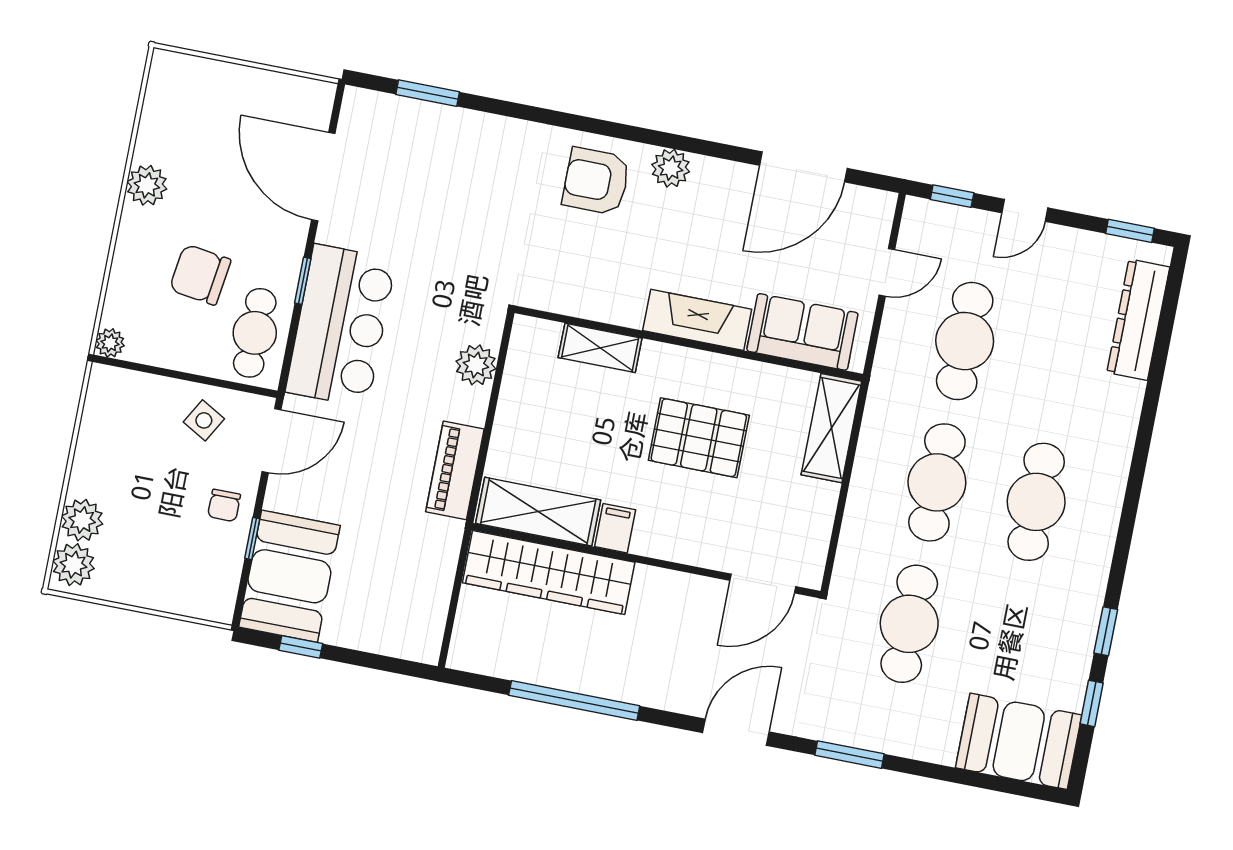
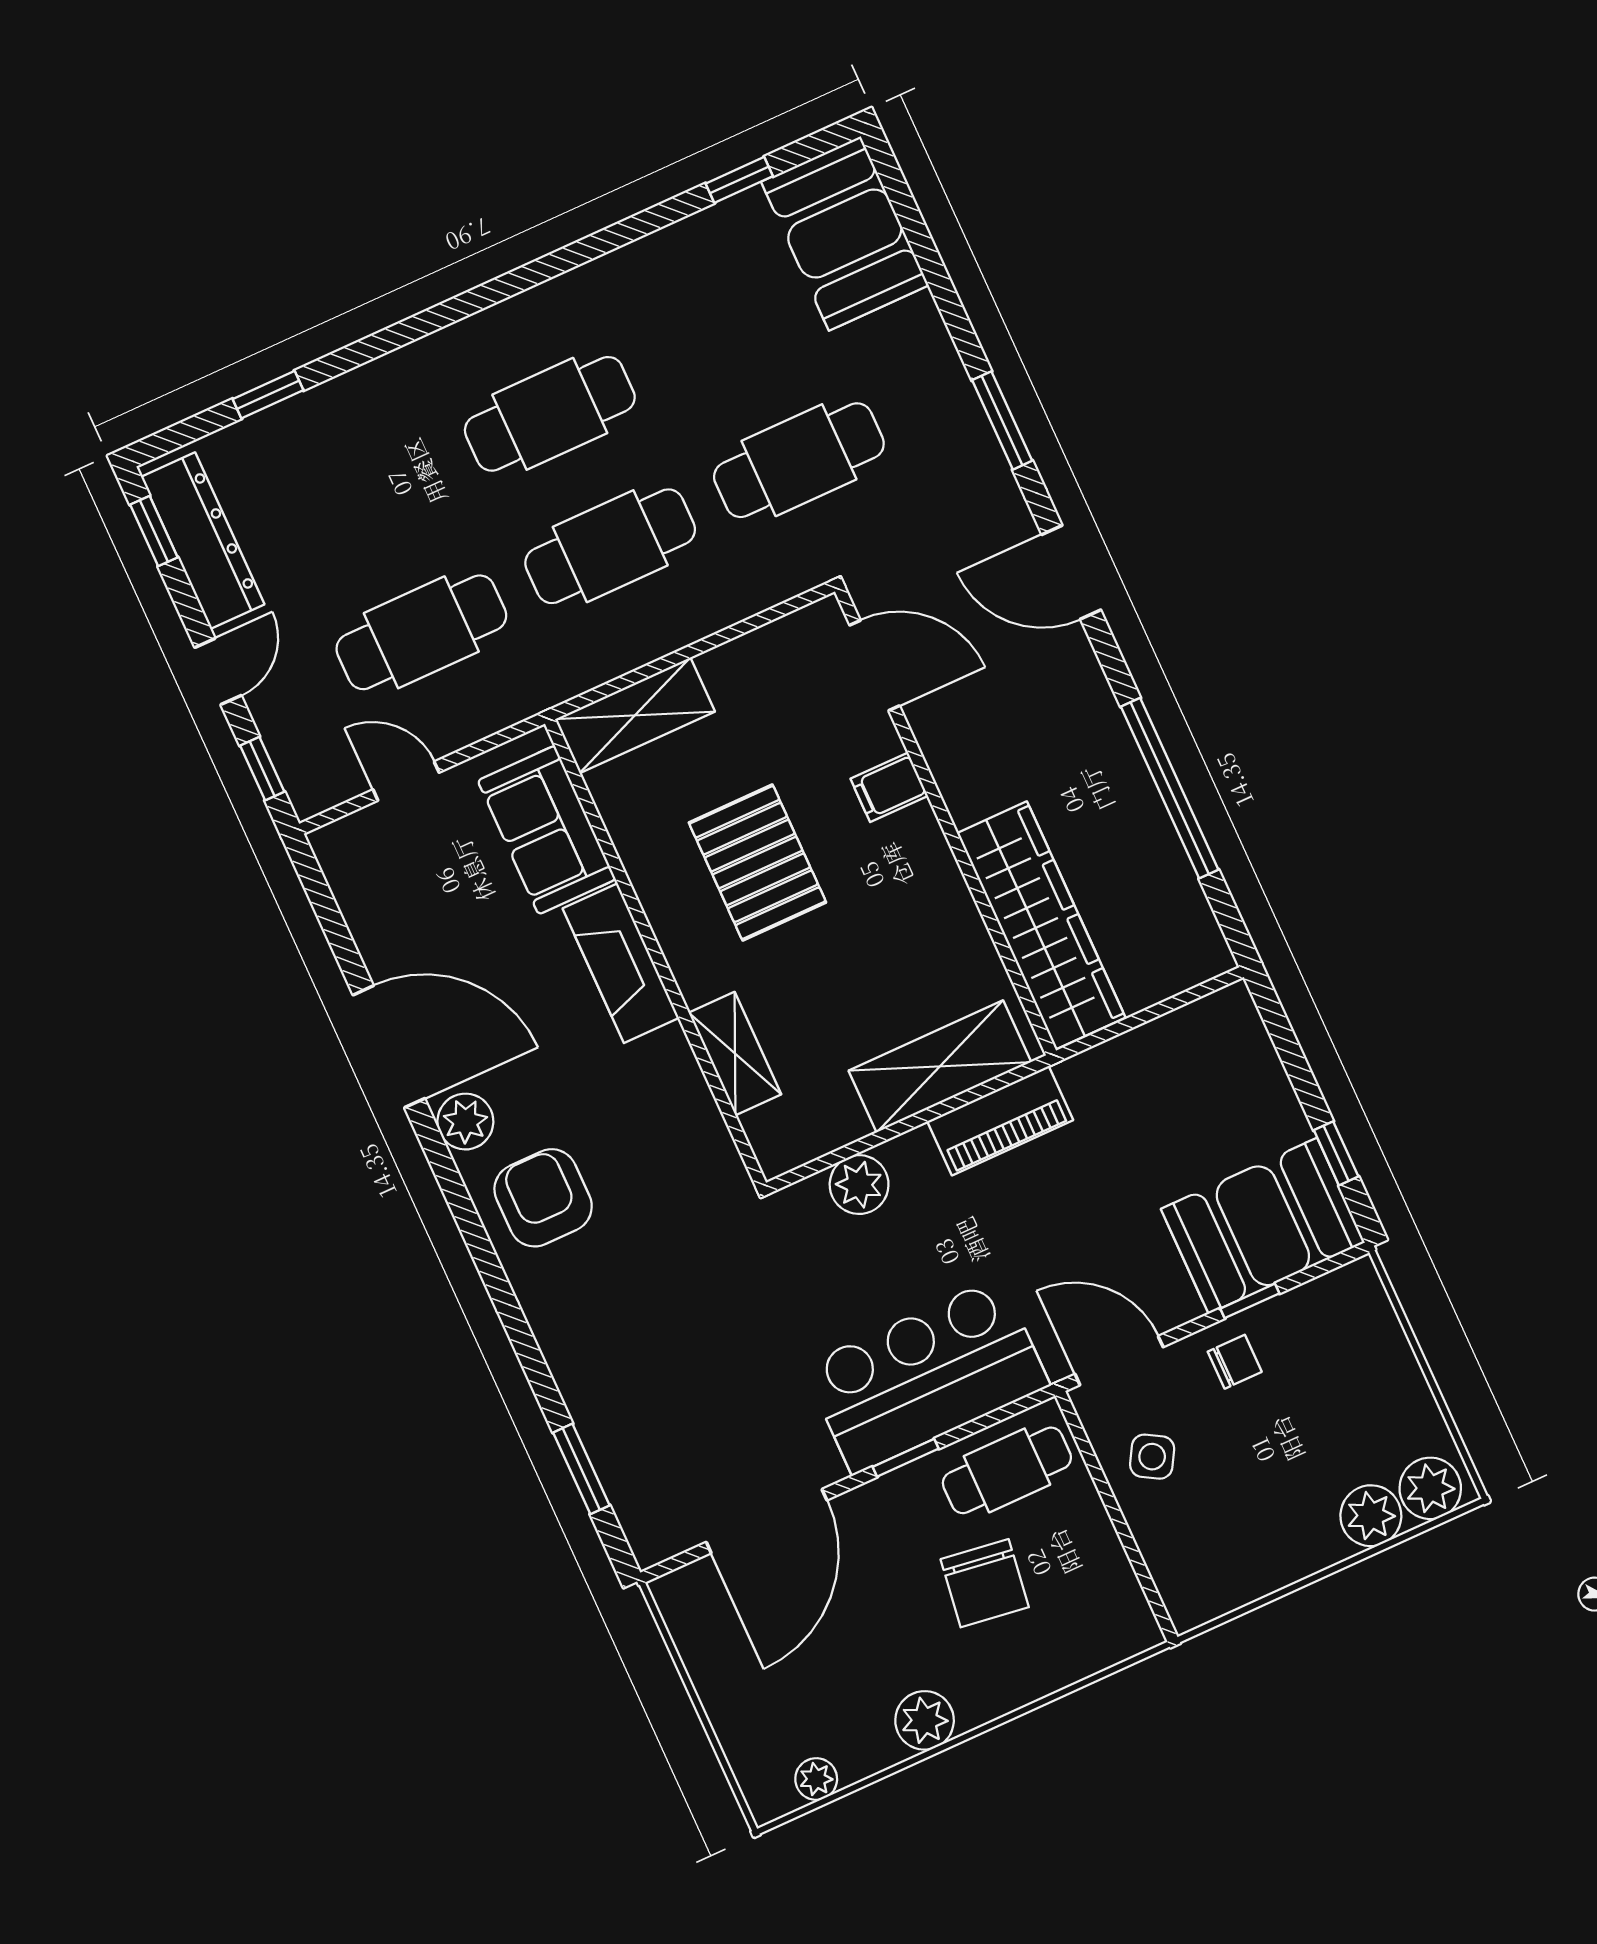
door: (803, 167) -> (389, 1047), moved
armchair: (596, 181) -> (543, 1198), turned 180
door: (1025, 210) -> (218, 671), hinge flipped
dresser: (1138, 320) -> (203, 541), moved, turned -90
plant: (110, 343) -> (816, 1779), moved
shelving: (538, 512) -> (940, 1066), moved, turned 90
filing cabinet: (615, 528) -> (889, 787), moved
window: (1106, 631) -> (268, 395), moved

